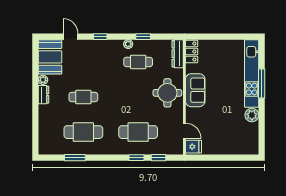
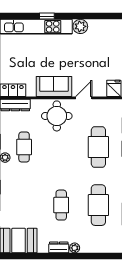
plant: (43, 80) -> (75, 248), moved
window: (262, 83) -> (47, 16), width x0.46
door: (184, 131) -> (84, 98), moved

